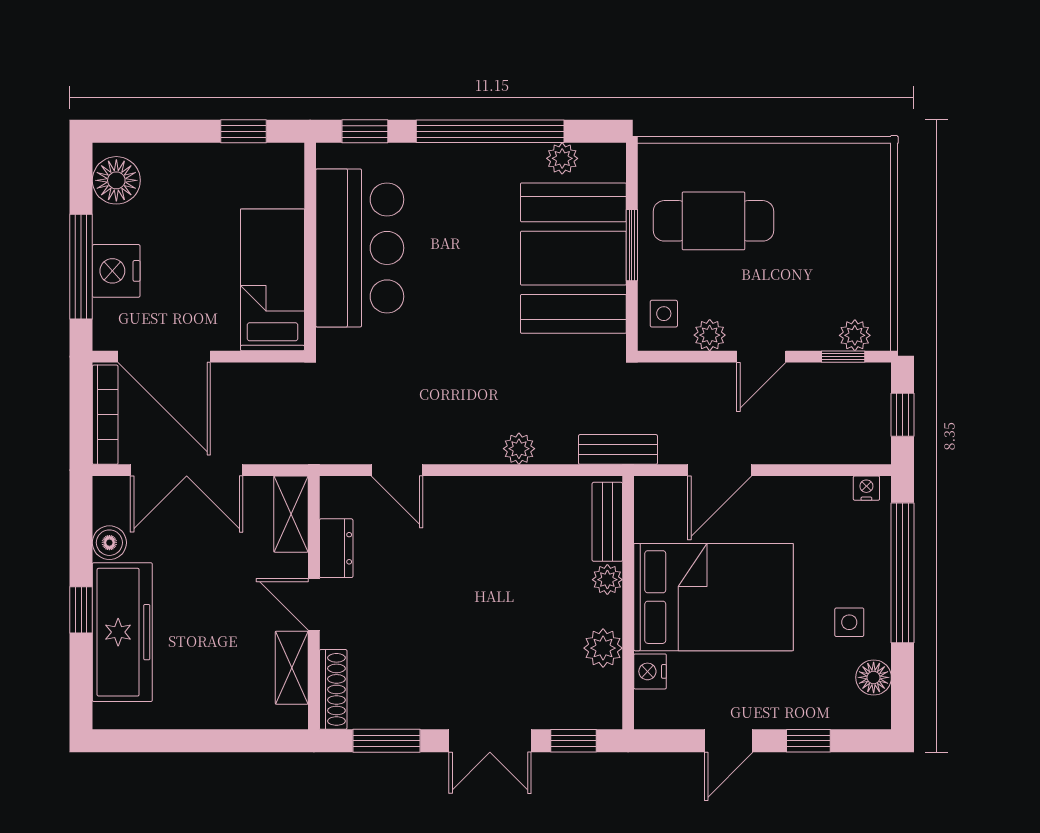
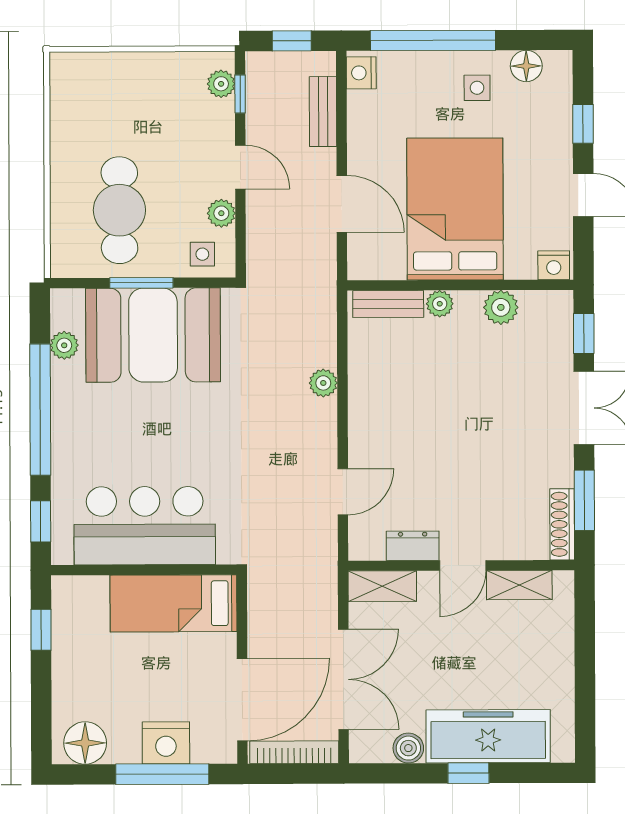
bench: (618, 449) -> (323, 112), moved
nightstand: (866, 488) -> (361, 73), width x1.39, depth x1.35
nightstand: (650, 671) -> (554, 265), moved
shoe rack: (333, 689) -> (562, 524), moved, turned -90

